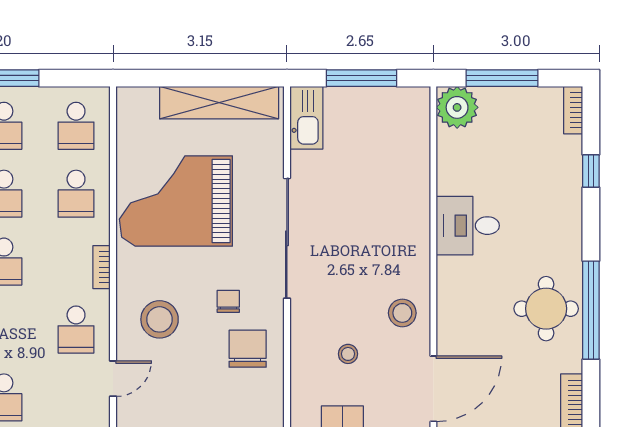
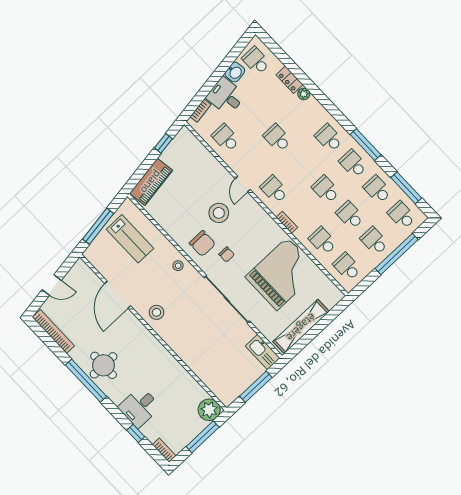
desk: (468, 226) -> (139, 407), moved, turned 180
stool: (160, 319) -> (219, 213), moved
stool: (348, 354) -> (178, 266), moved

